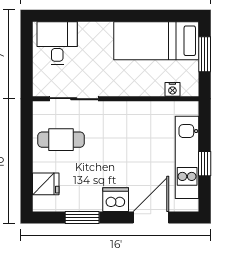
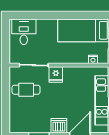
fridge: (46, 184) -> (56, 74), moved, turned 90

